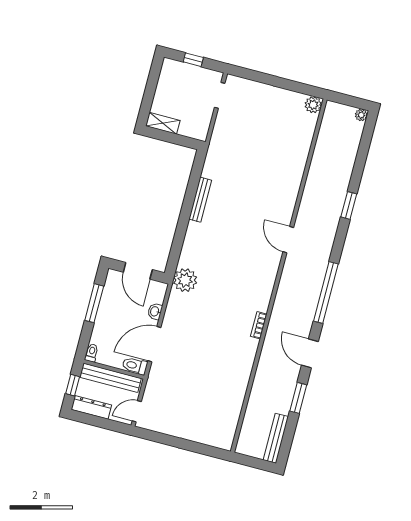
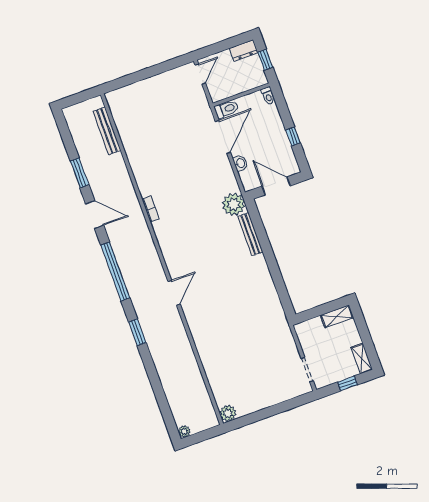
shelving: (166, 73) -> (362, 358), added
bench: (200, 200) -> (250, 234), moved
window: (349, 205) -> (137, 332), moved
door: (288, 240) -> (174, 293), hinge flipped
window: (94, 303) -> (293, 136), width x0.46
bench: (110, 378) -> (239, 86), removed
dresser: (91, 407) -> (244, 50), width x0.70
bench: (276, 438) -> (107, 131), moved

